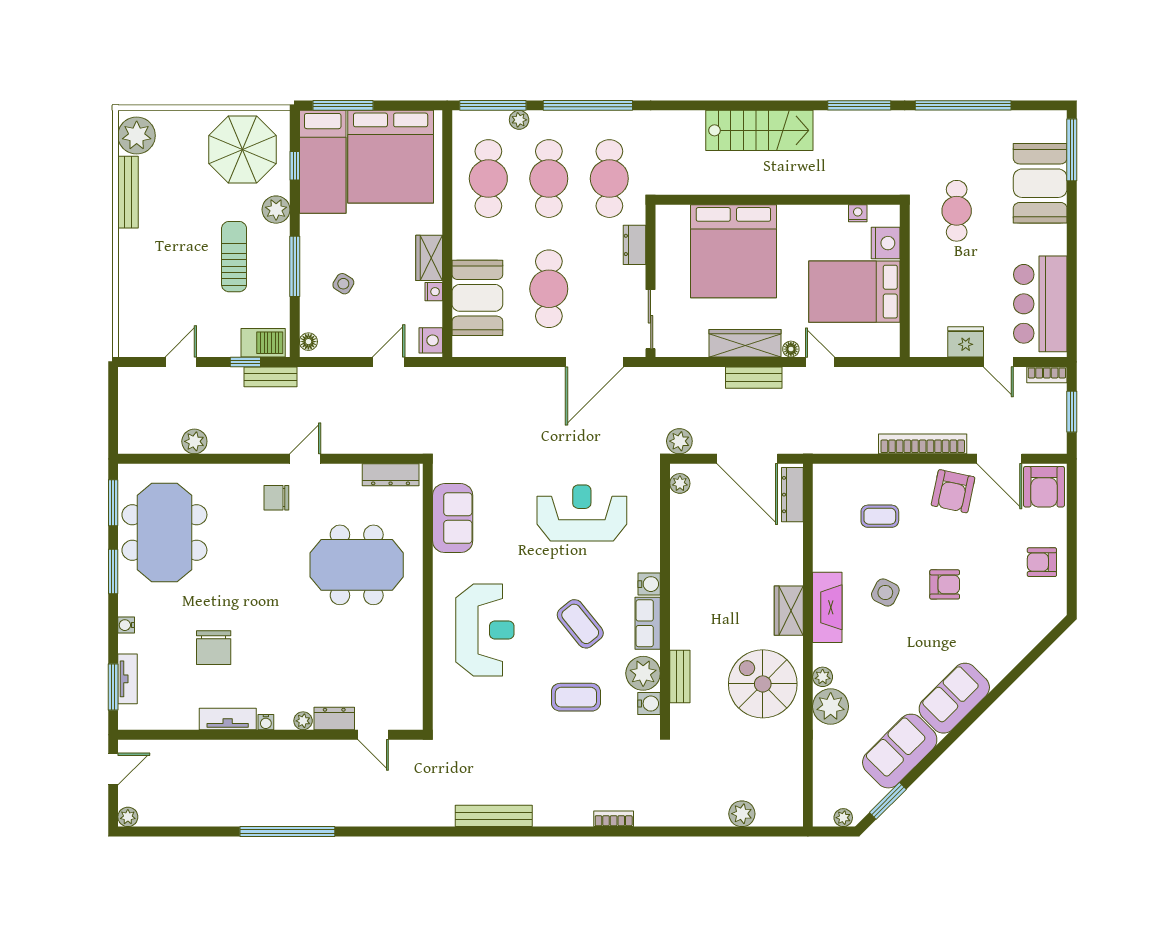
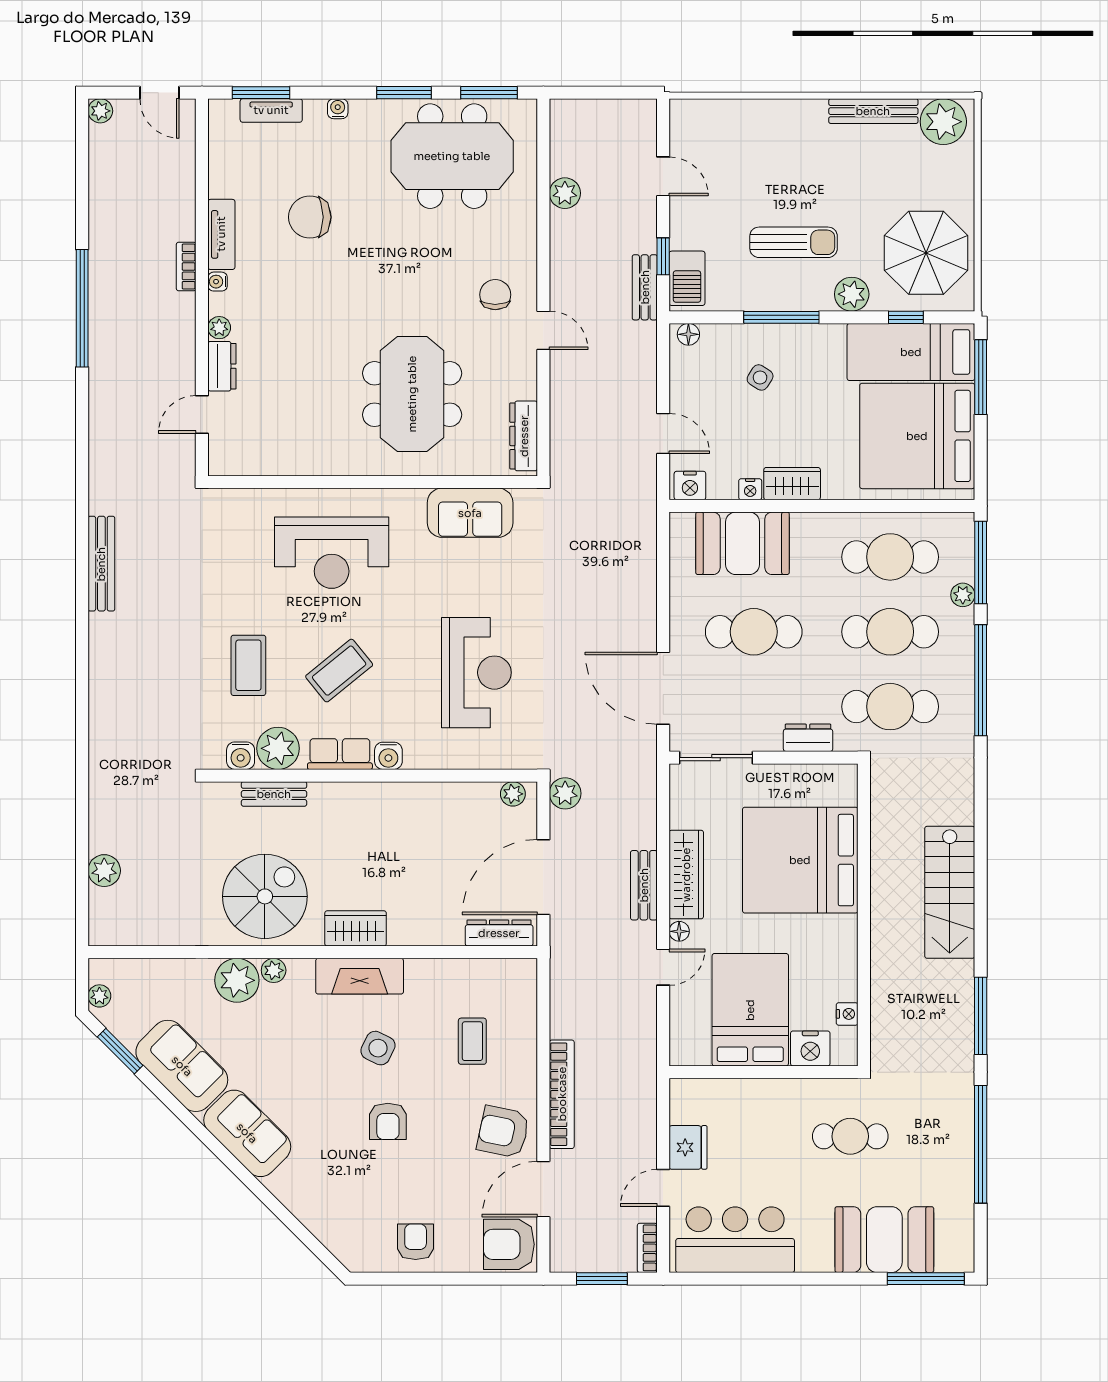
bookcase: (614, 819) -> (186, 267), moved, turned 180

